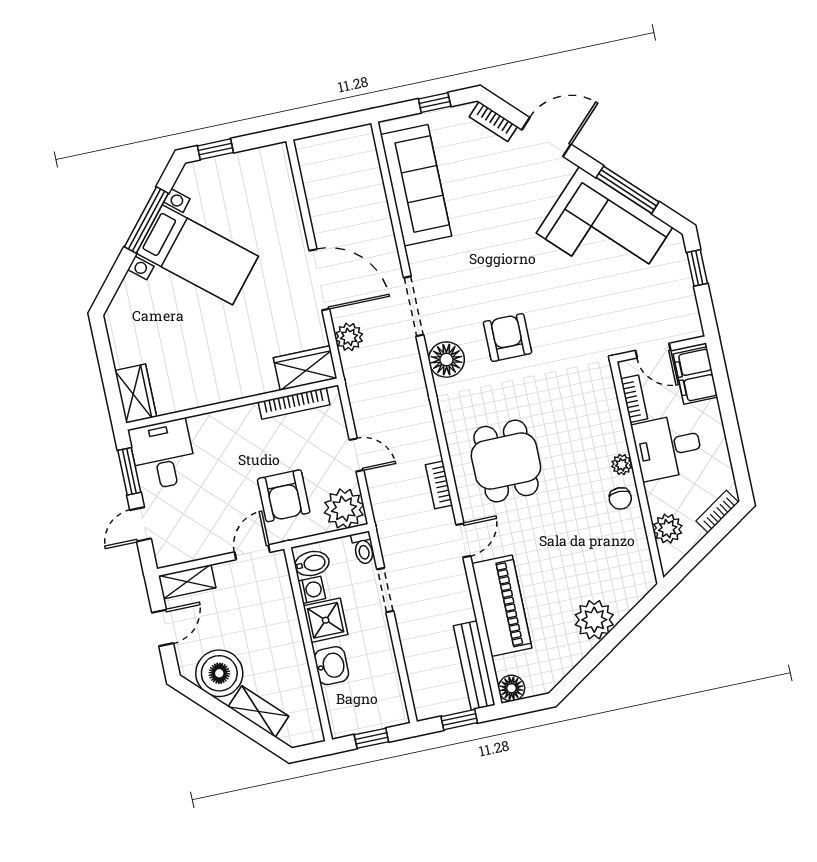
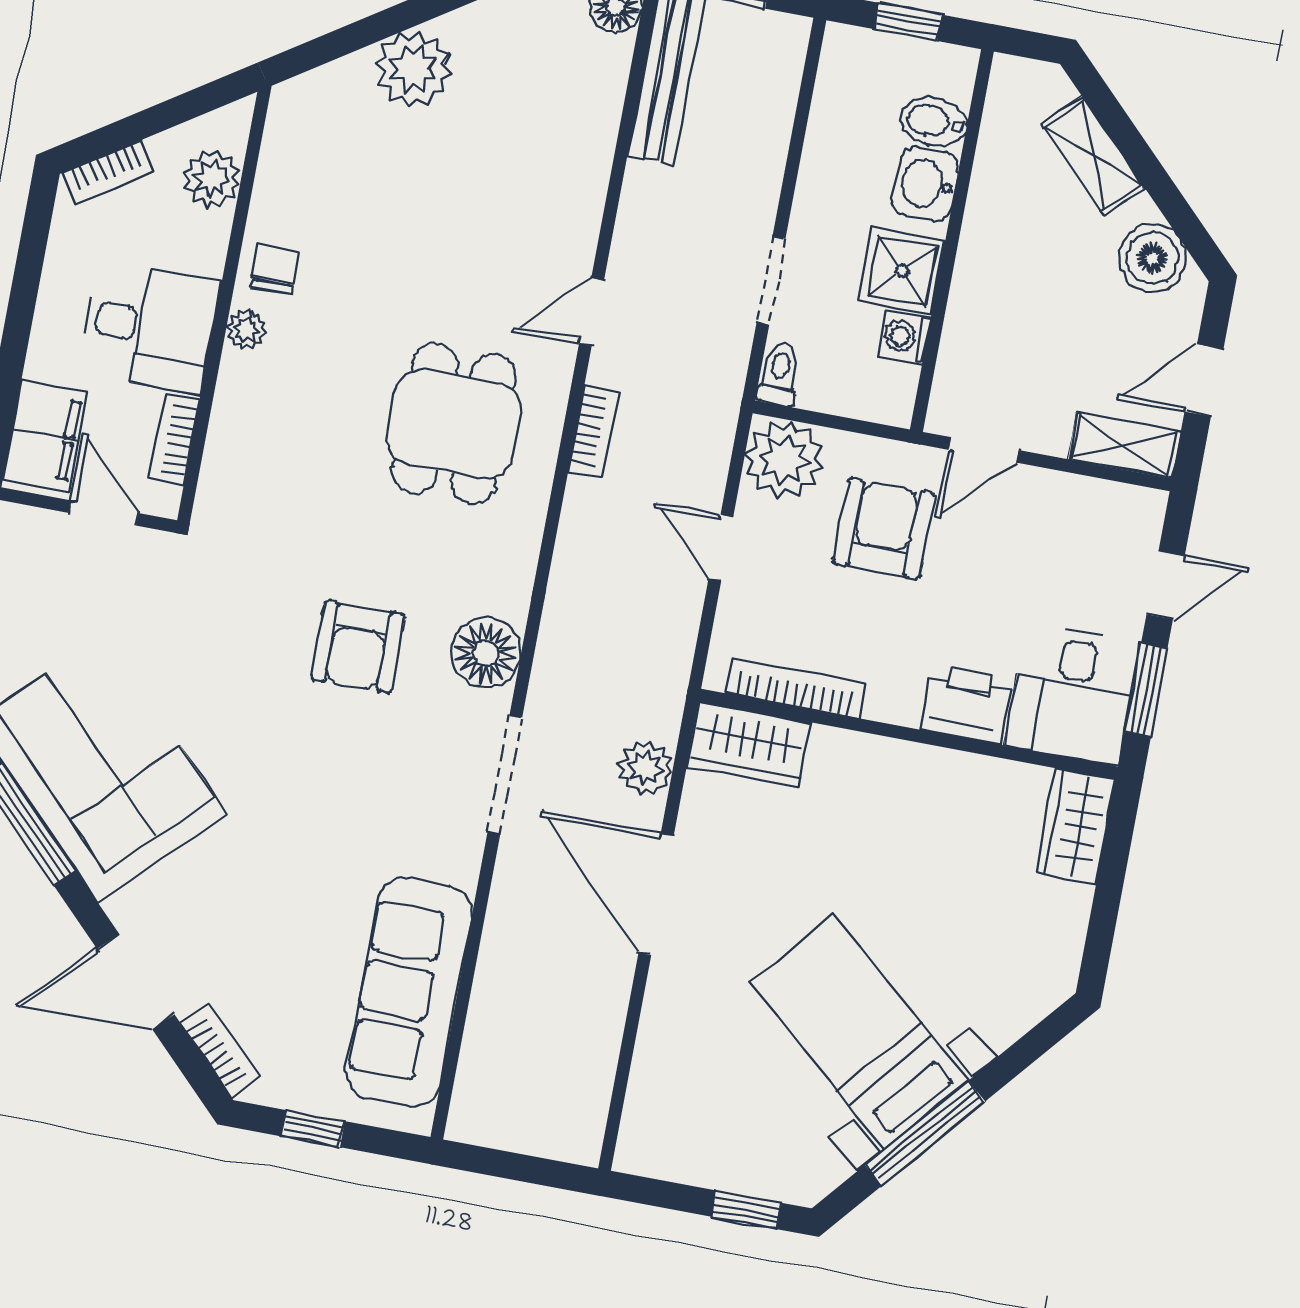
printer: (211, 429) -> (966, 704), added
bidet: (312, 564) -> (933, 121), moved
piano: (502, 606) -> (571, 164), removed
boiler: (219, 673) -> (1152, 258), width x0.73, depth x0.73

